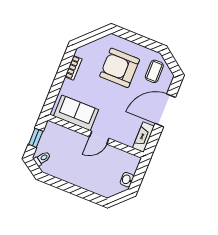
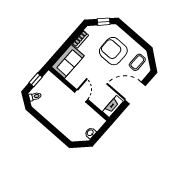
window: (95, 36) -> (104, 22), added
sofa: (76, 113) -> (68, 61), moved, turned 90
door: (99, 138) -> (81, 96), swing flipped

